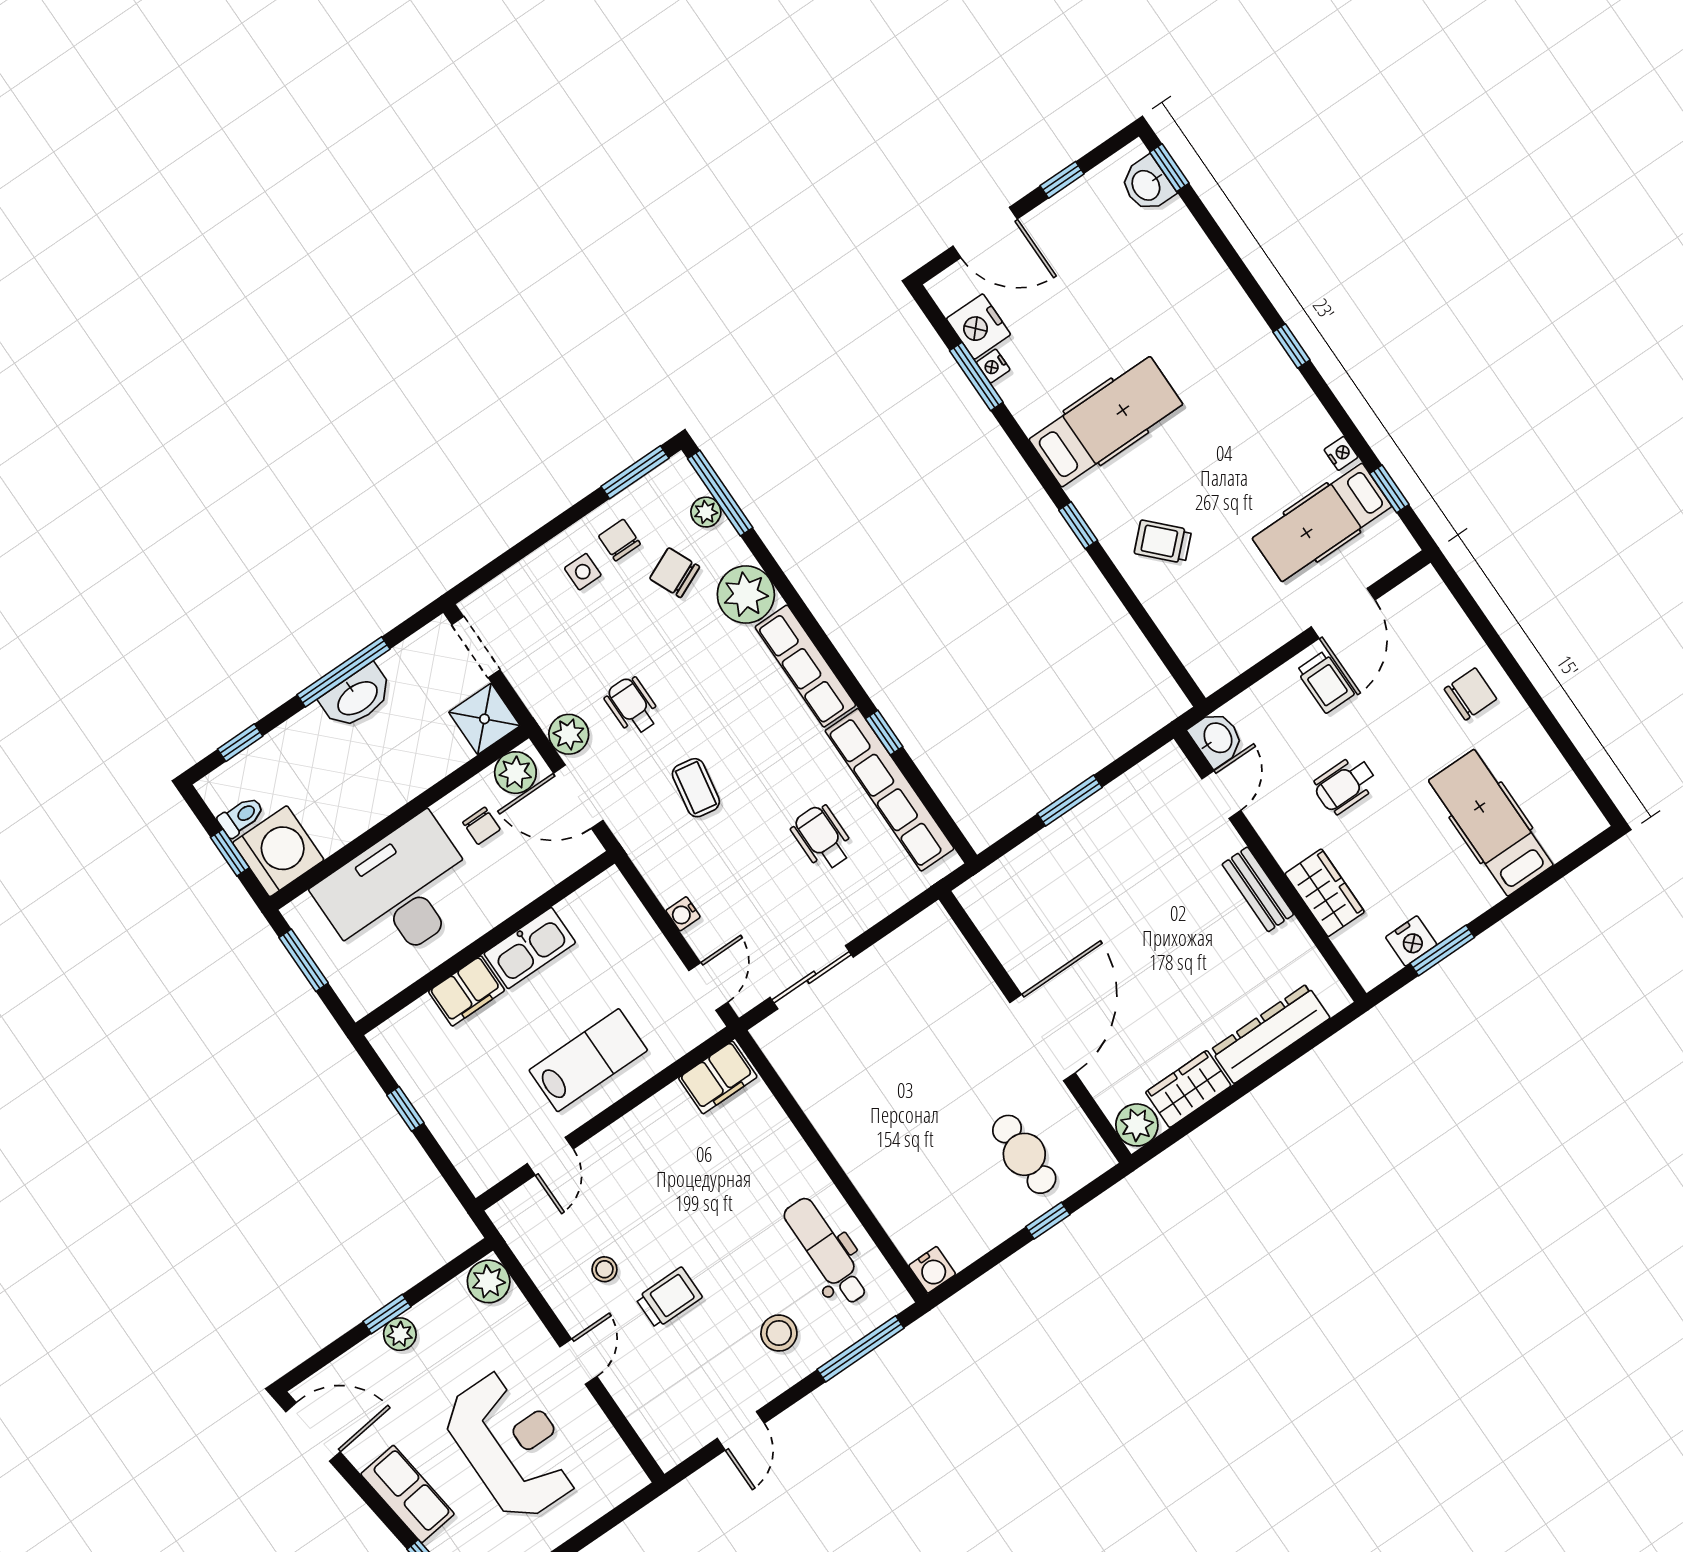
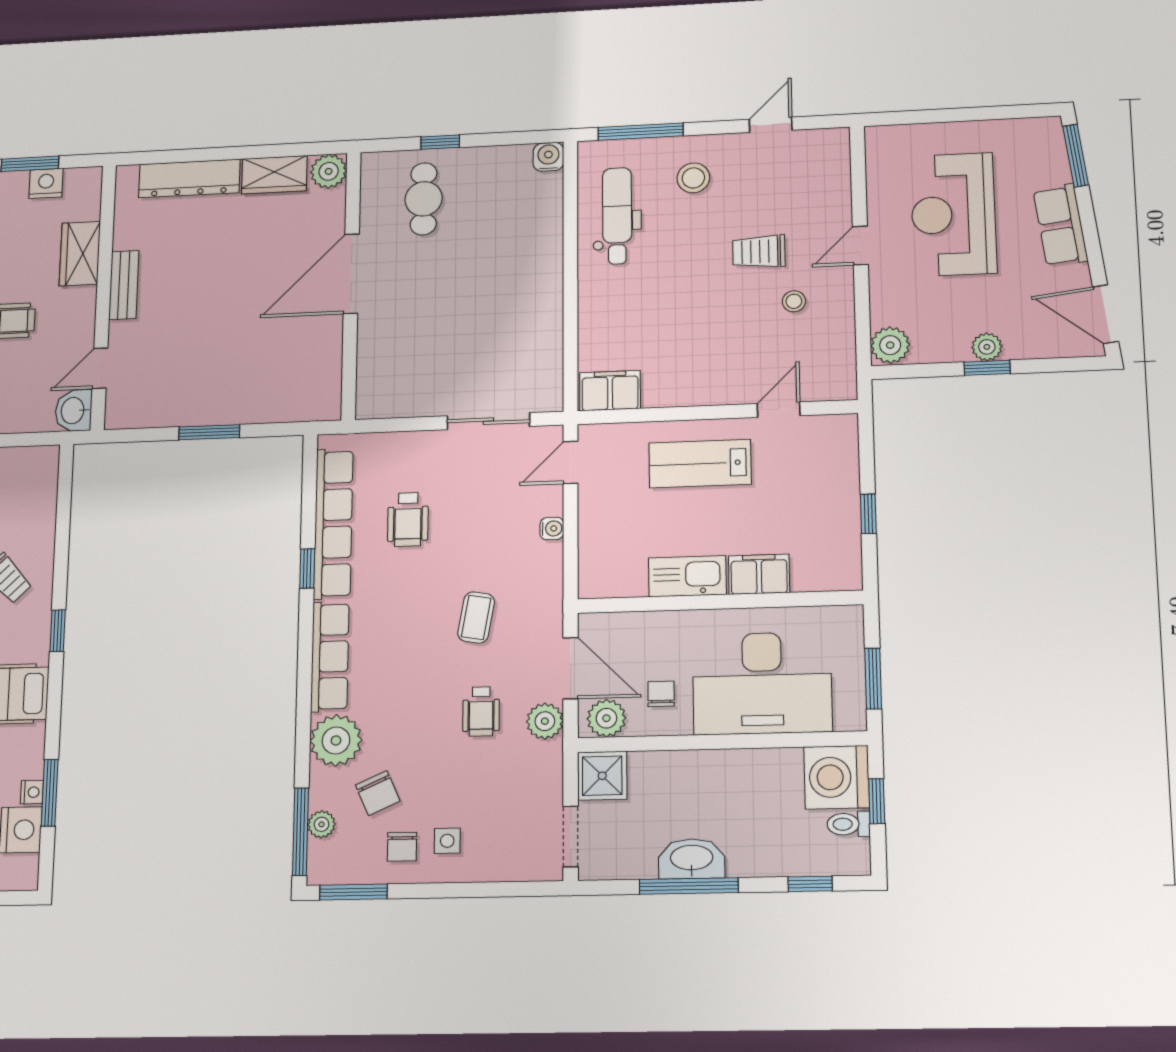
dental chair: (826, 1251) -> (617, 216), turned 180

